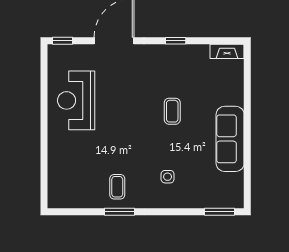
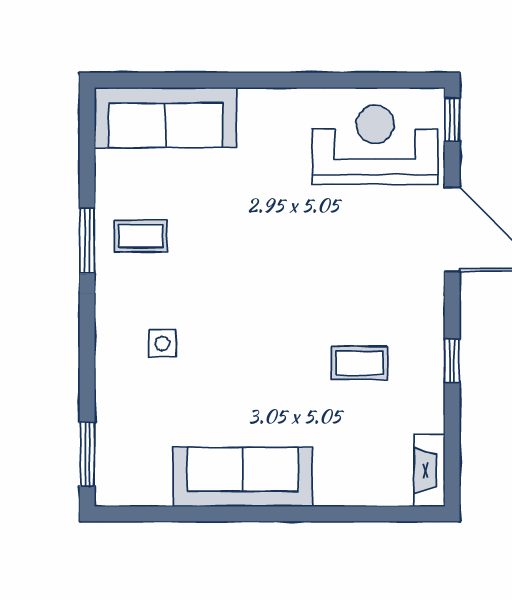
reception desk: (76, 100) -> (375, 145), moved
coffee table: (172, 111) -> (359, 363), moved
sofa: (62, 175) -> (165, 118), added

